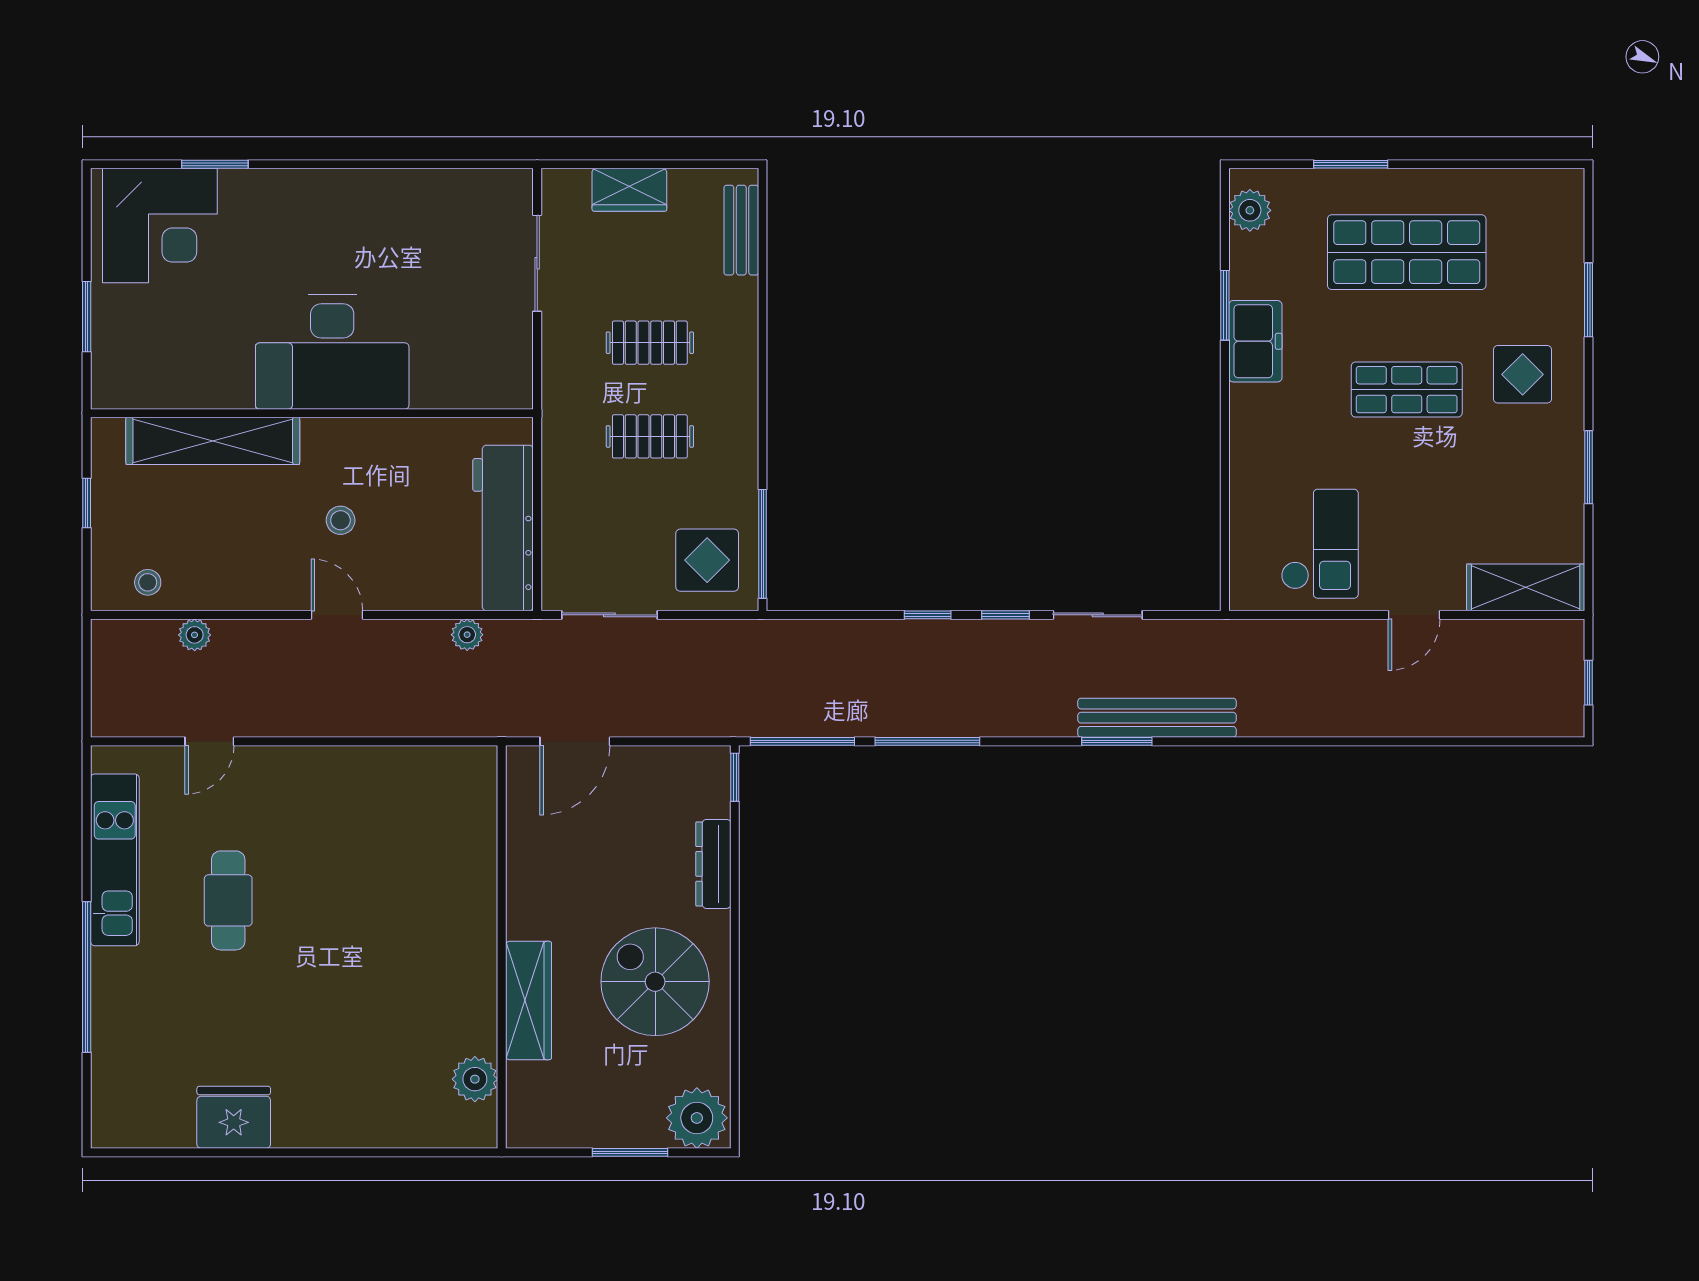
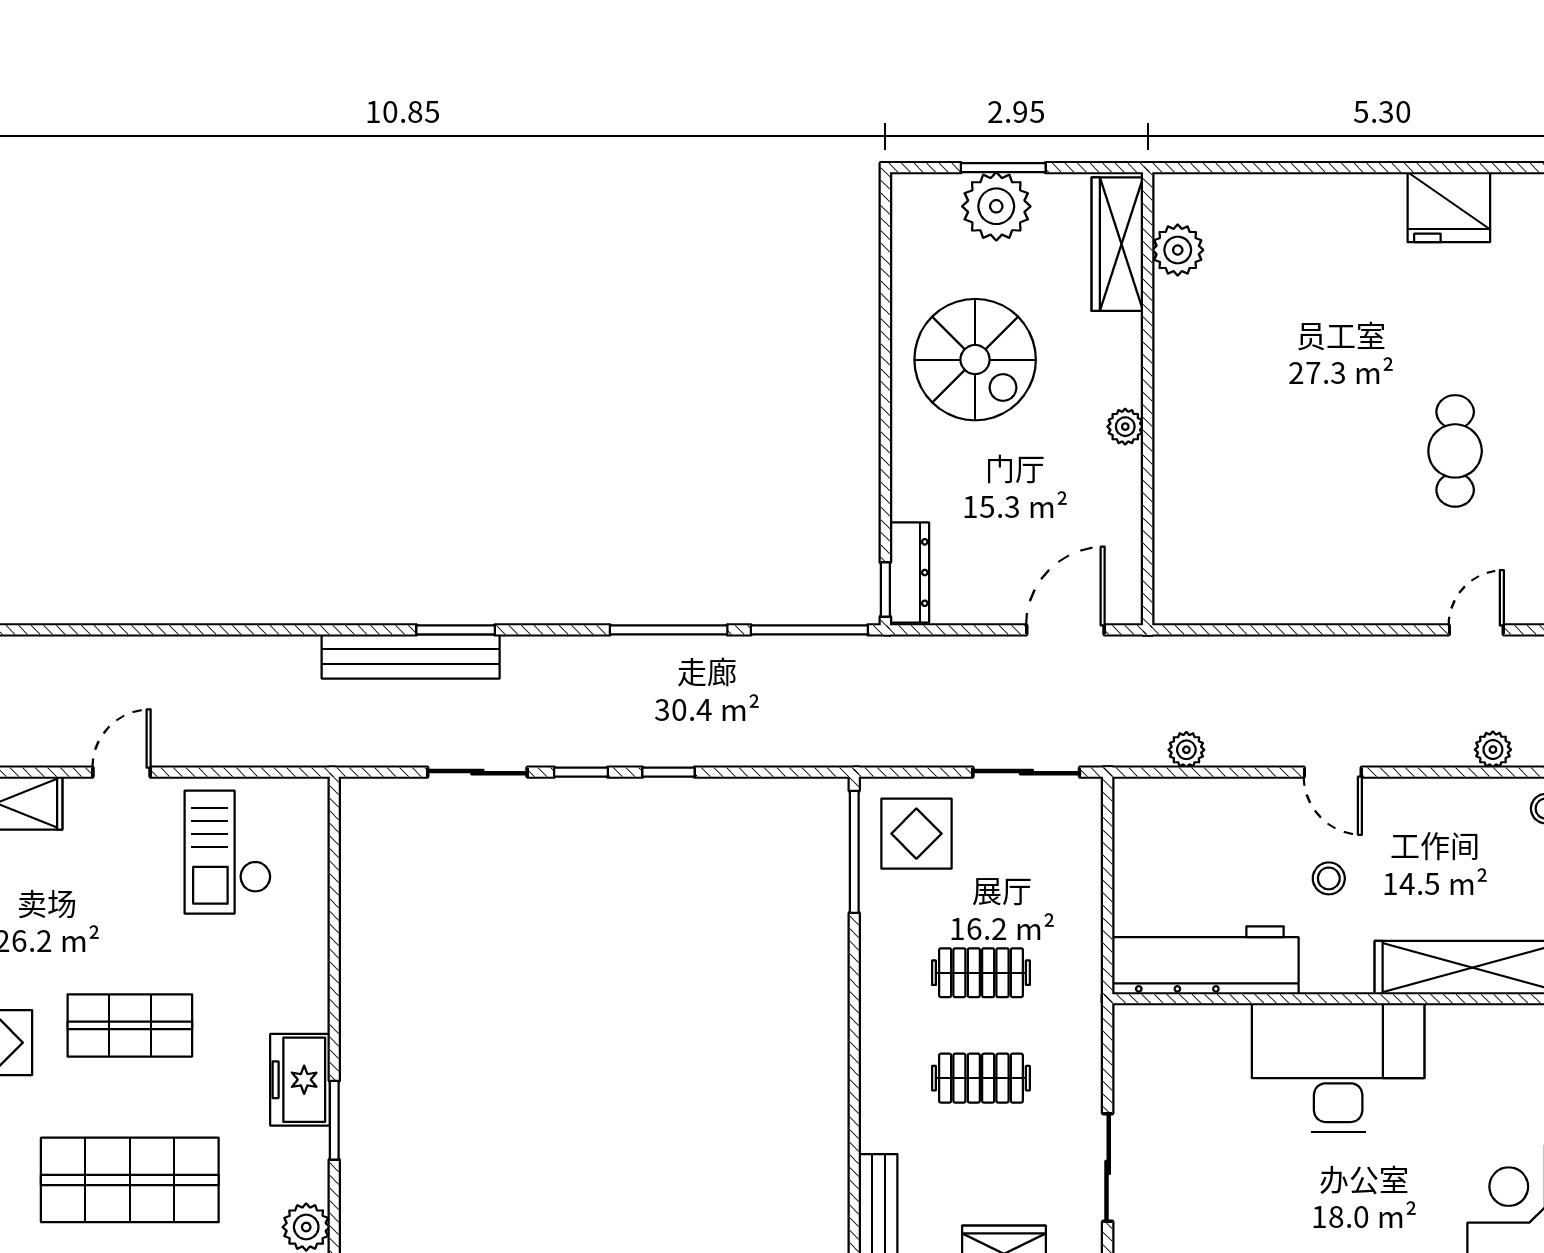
workbench: (503, 528) -> (1205, 960), moved, turned -90
dresser: (713, 864) -> (909, 573), moved
plant: (522, 922) -> (1125, 427), added
wardrobe: (528, 1001) -> (1117, 244), moved
plant: (697, 1118) -> (996, 206), moved

